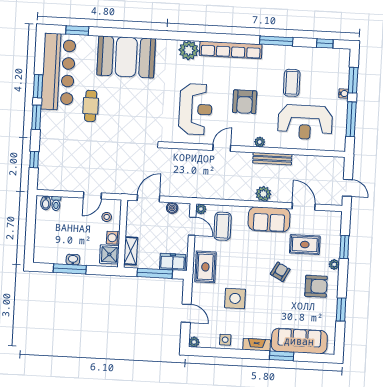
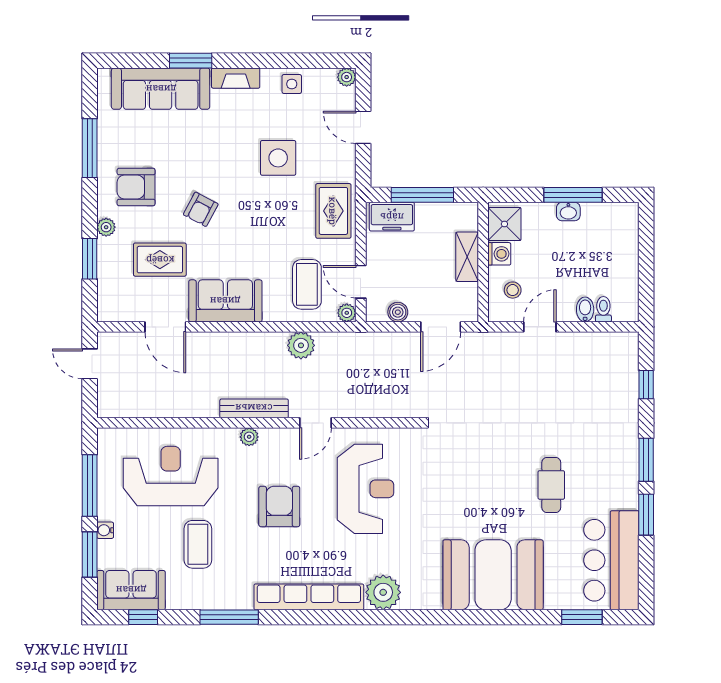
sofa: (331, 59) -> (131, 590), added
bar counter: (58, 72) -> (611, 560), width x0.73
reception desk: (196, 109) -> (366, 489), turned 180
bench: (272, 159) -> (254, 408), moved
plant: (263, 194) -> (301, 345), moved
bidet: (46, 203) -> (585, 309), moved
shelving: (131, 251) -> (467, 257), moved
window: (341, 310) -> (90, 148), width x1.44

